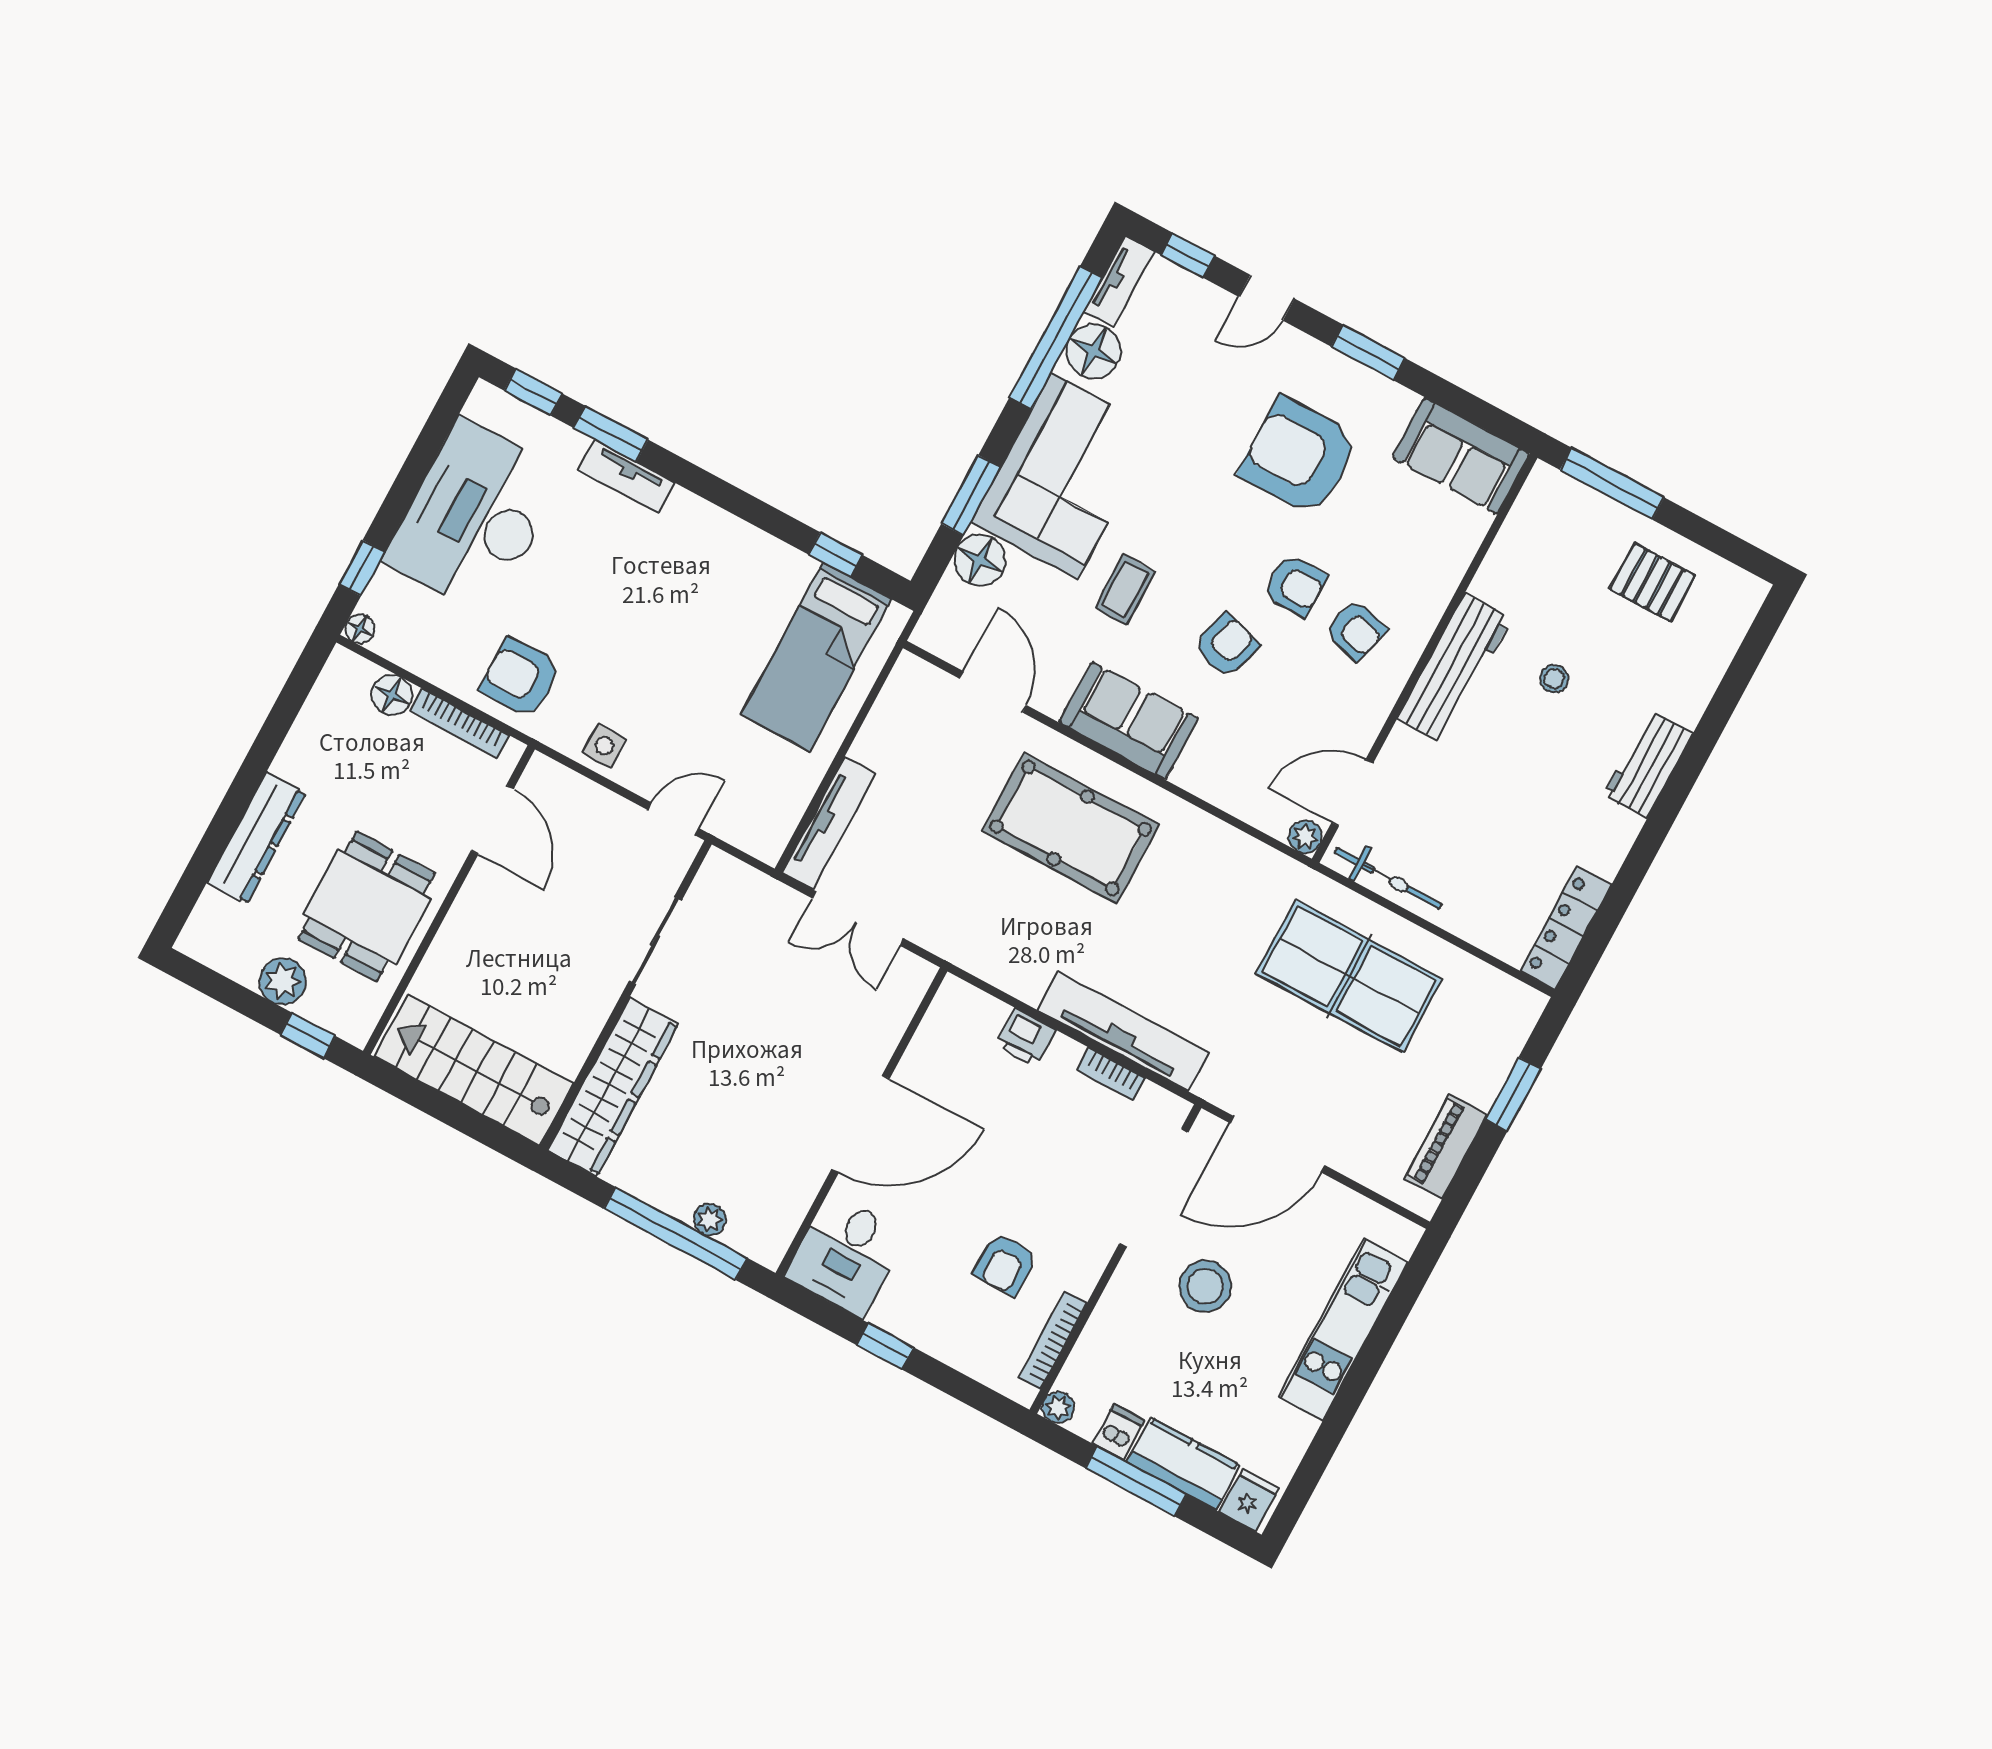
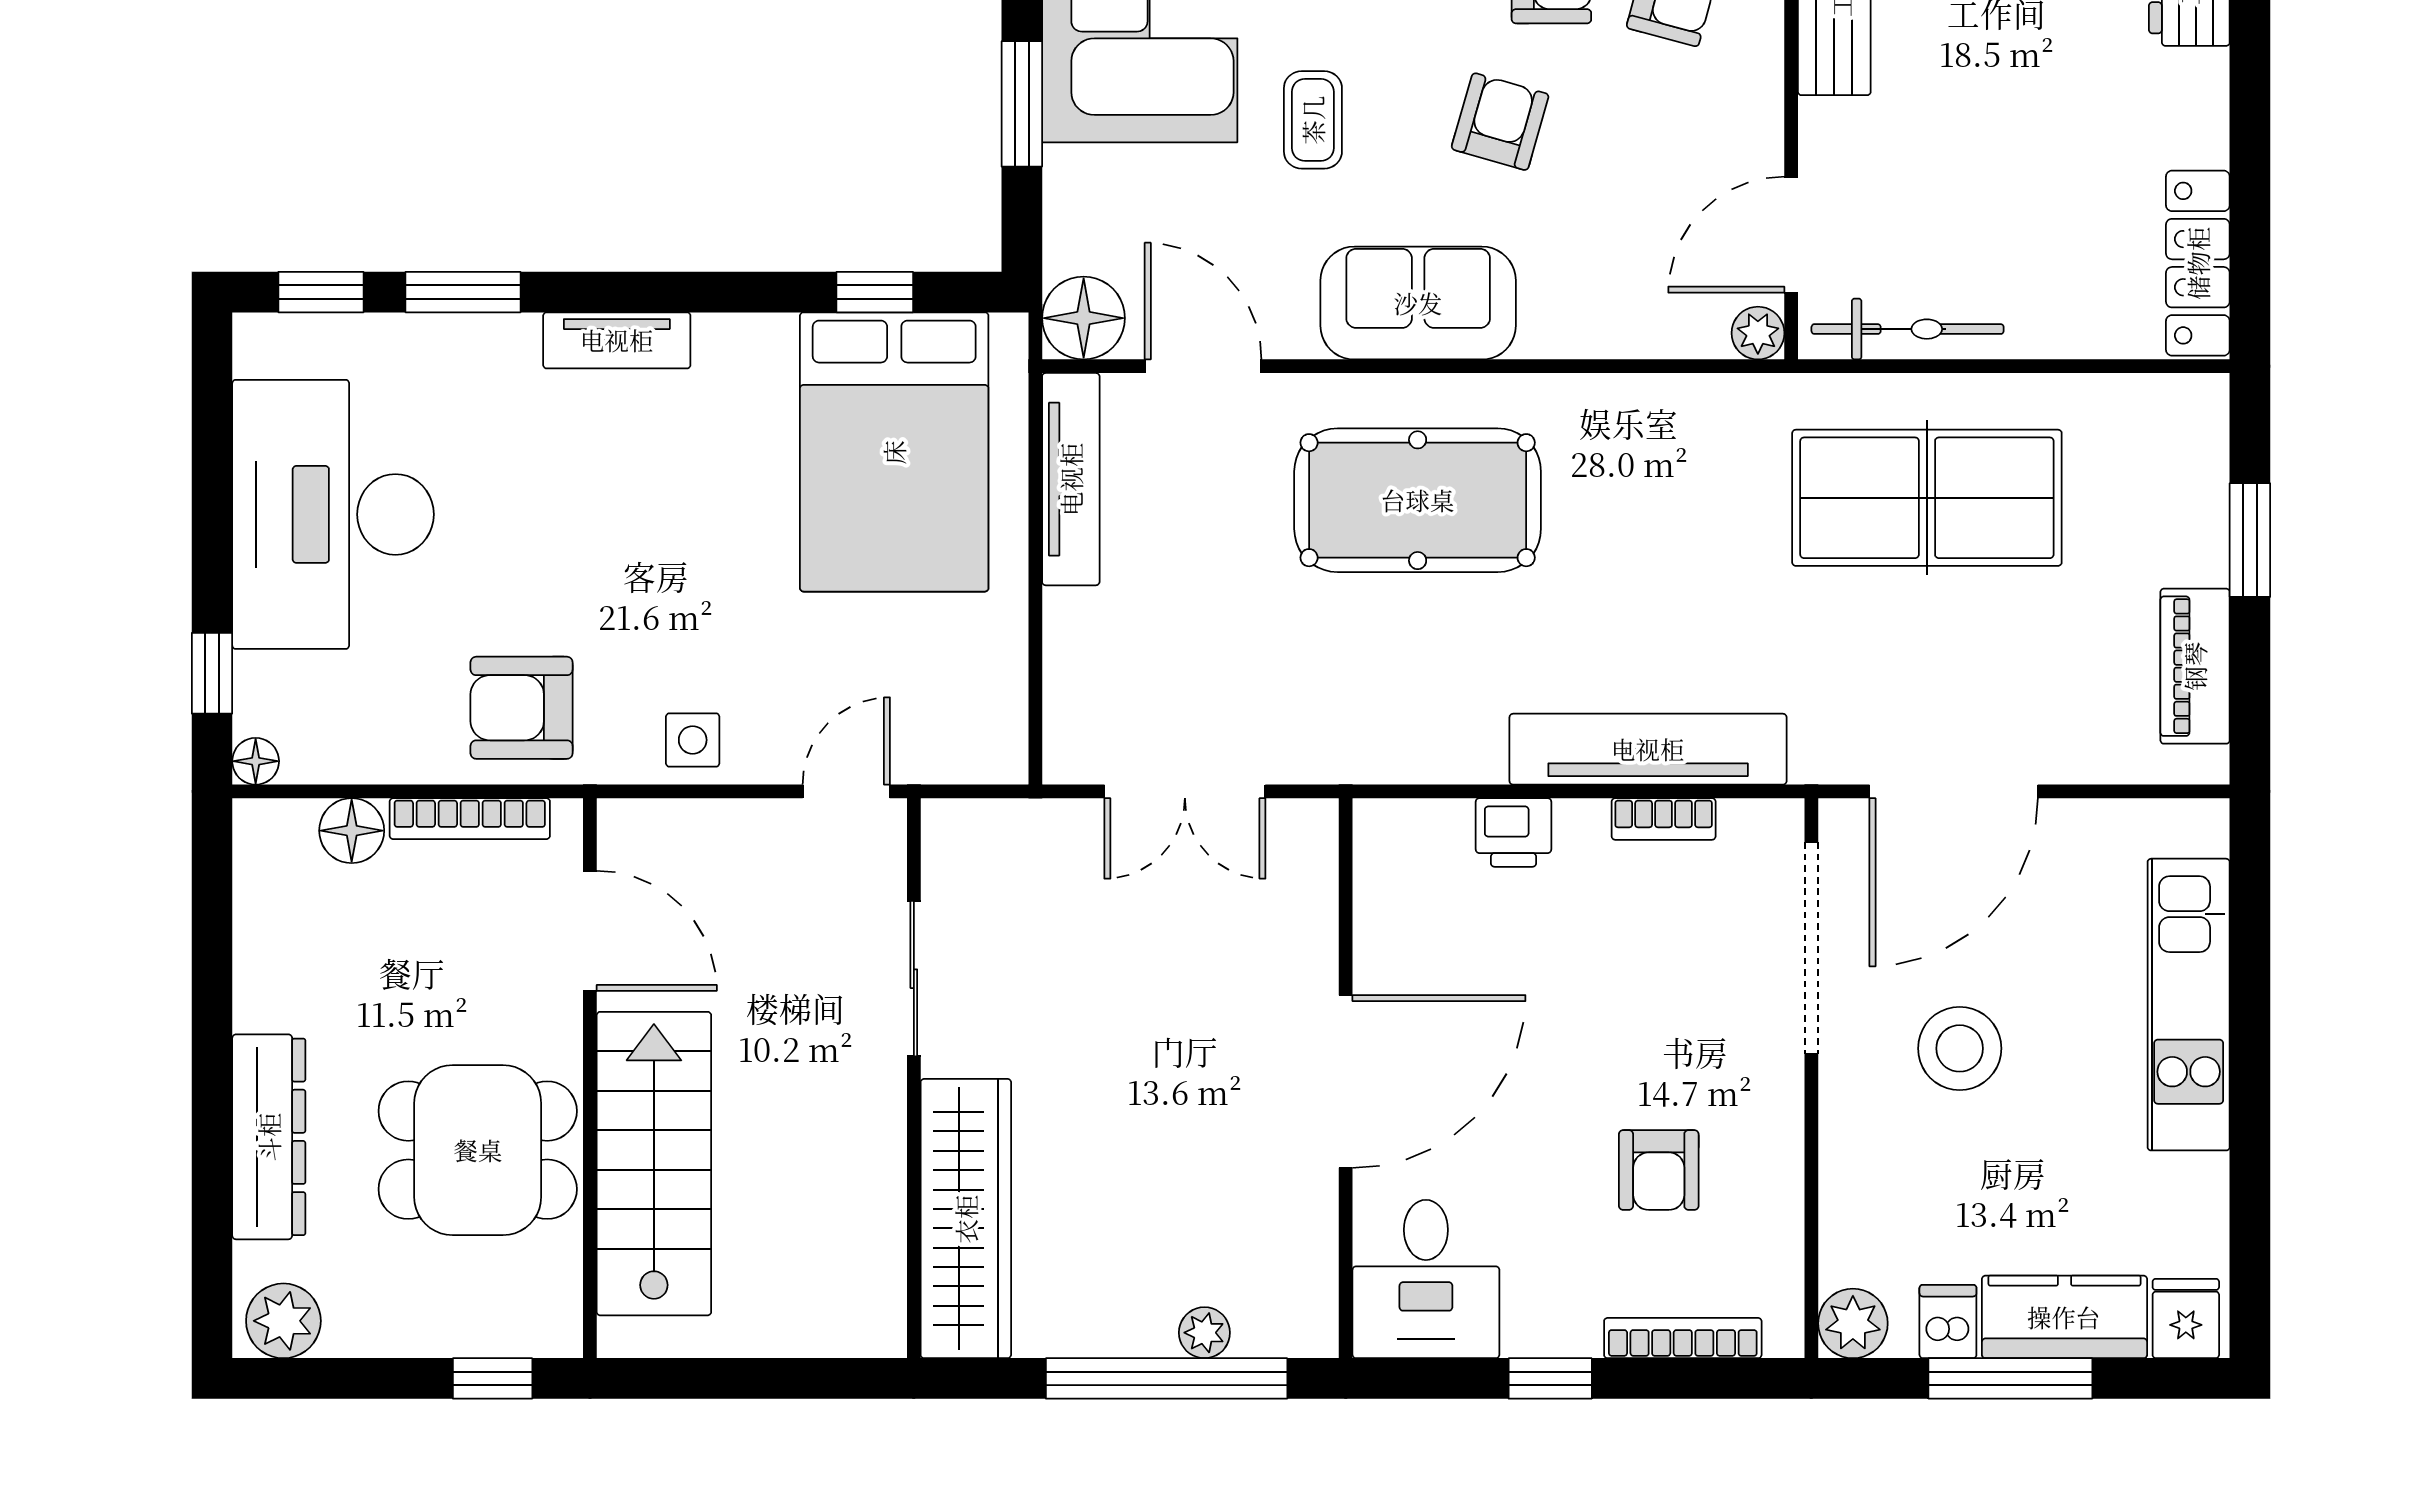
tv unit: (626, 476) -> (617, 340), moved
floor lamp: (980, 560) -> (1084, 318), moved
bed: (816, 657) -> (894, 452), width x1.50
tv unit: (829, 823) -> (1071, 479), moved
dining table: (367, 906) -> (478, 1150), turned 90
plant: (283, 981) -> (283, 1321), moved
stairs: (474, 1070) -> (654, 1164), moved, turned 90
bookcase: (1053, 1341) -> (1683, 1338), moved, turned 90
plant: (1058, 1407) -> (1853, 1323), width x1.38, depth x1.38

